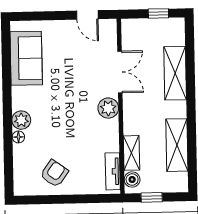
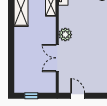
shelving: (175, 73) -> (21, 56), removed

